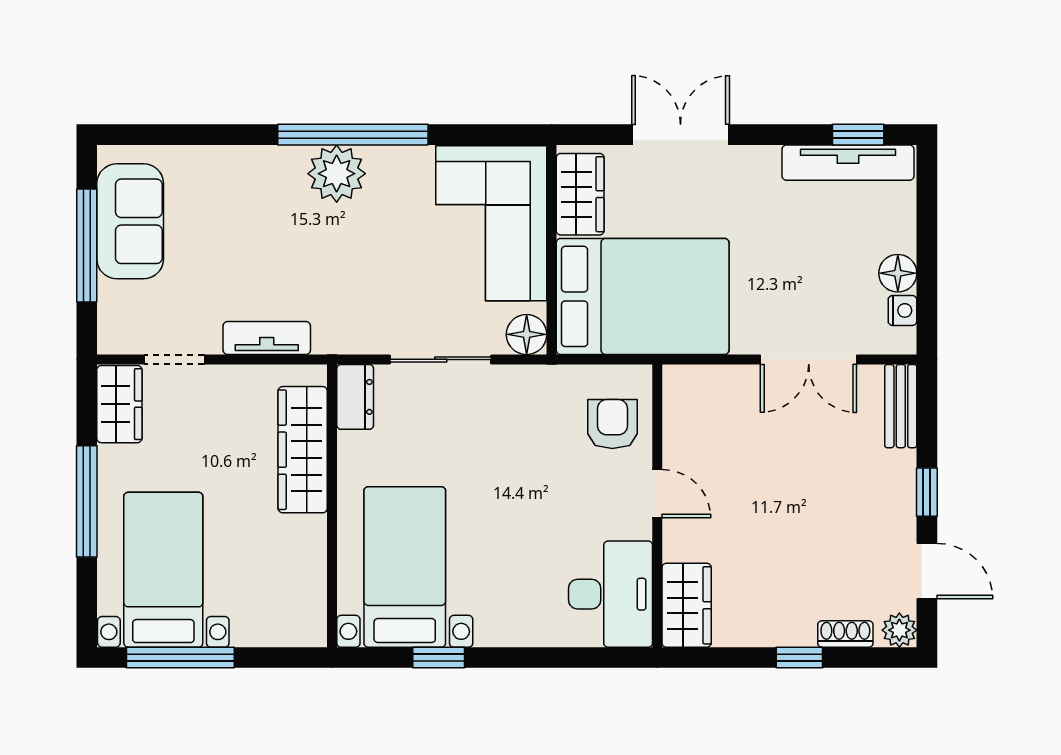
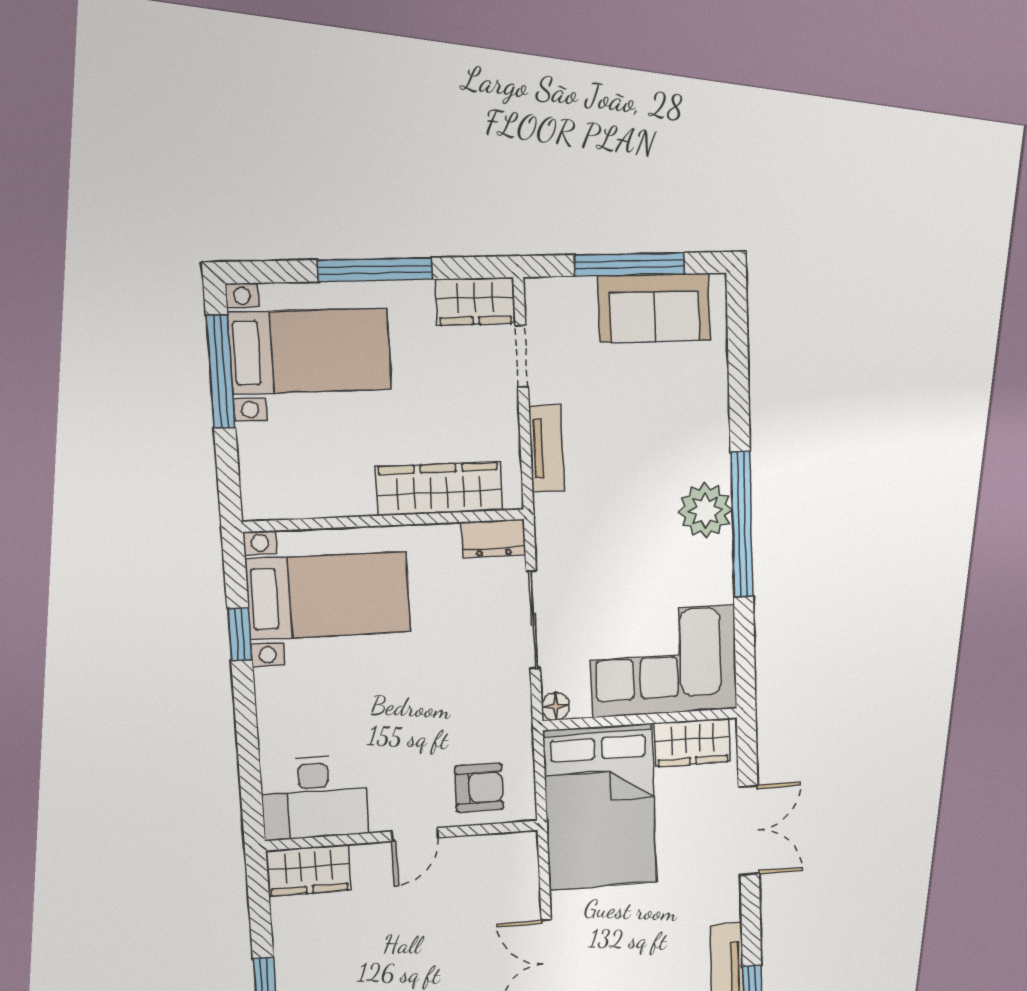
floor lamp: (527, 334) -> (555, 706), width x0.73, depth x0.73

